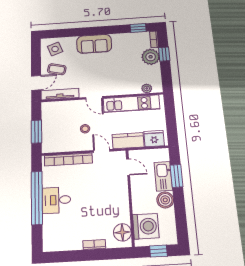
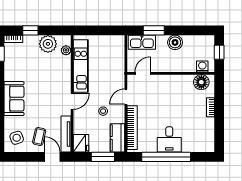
plant: (151, 57) -> (48, 44), moved
fridge: (154, 139) -> (81, 143), moved, turned 180
kitchen counter: (128, 141) -> (117, 138), moved
kitchen sink: (163, 176) -> (142, 42), moved
washing machine: (146, 226) -> (202, 66), width x0.53, depth x0.53

